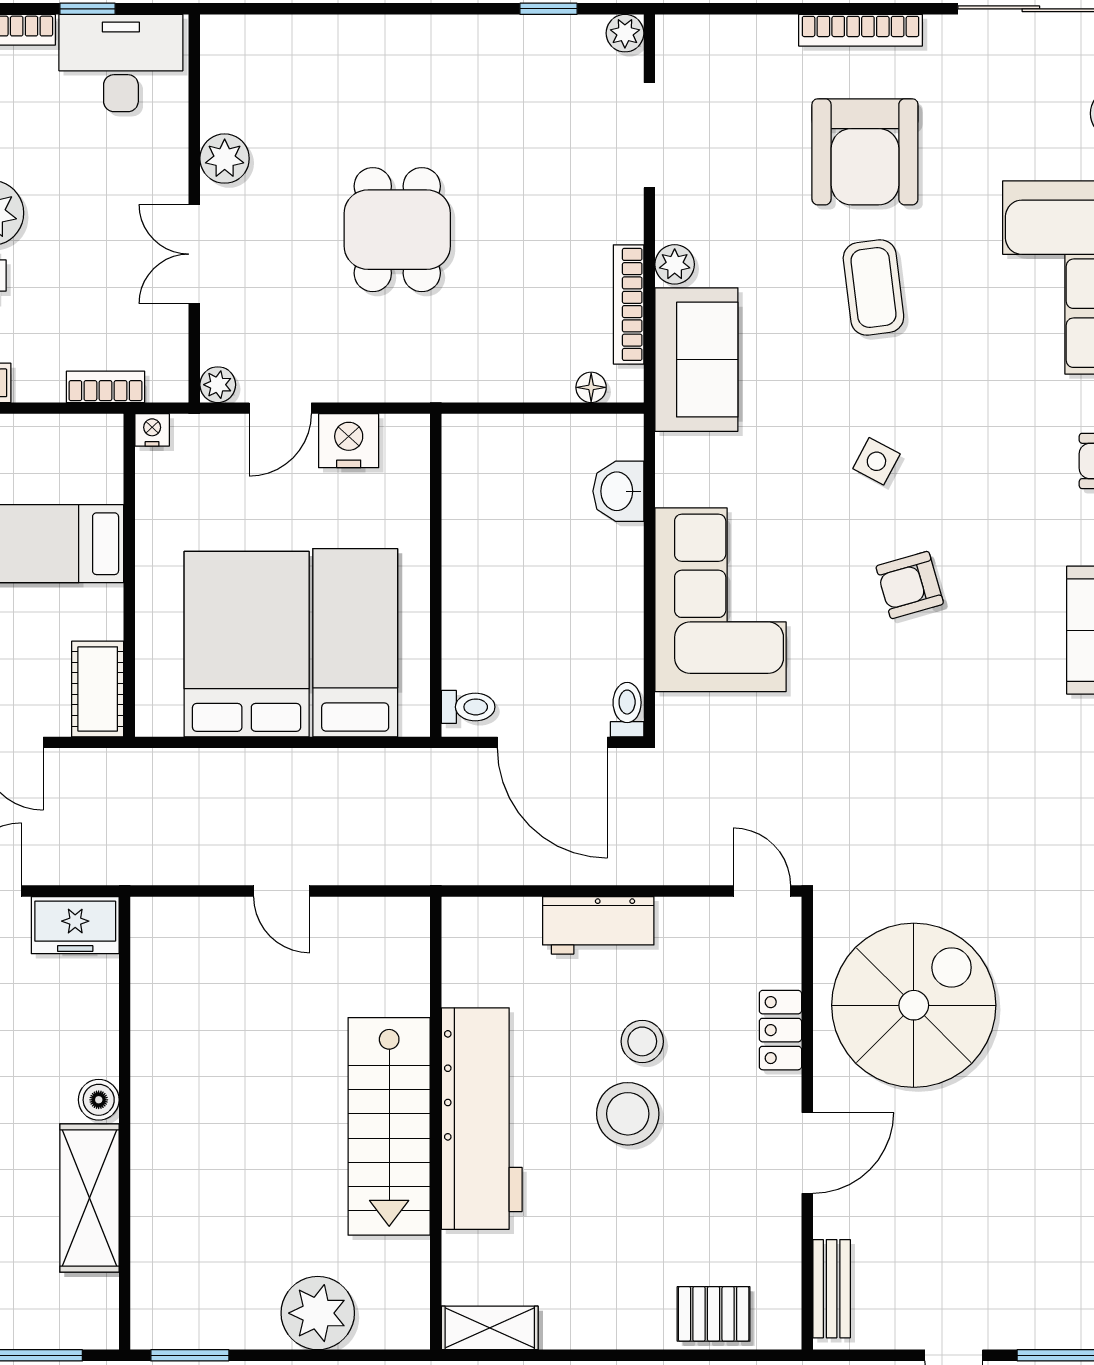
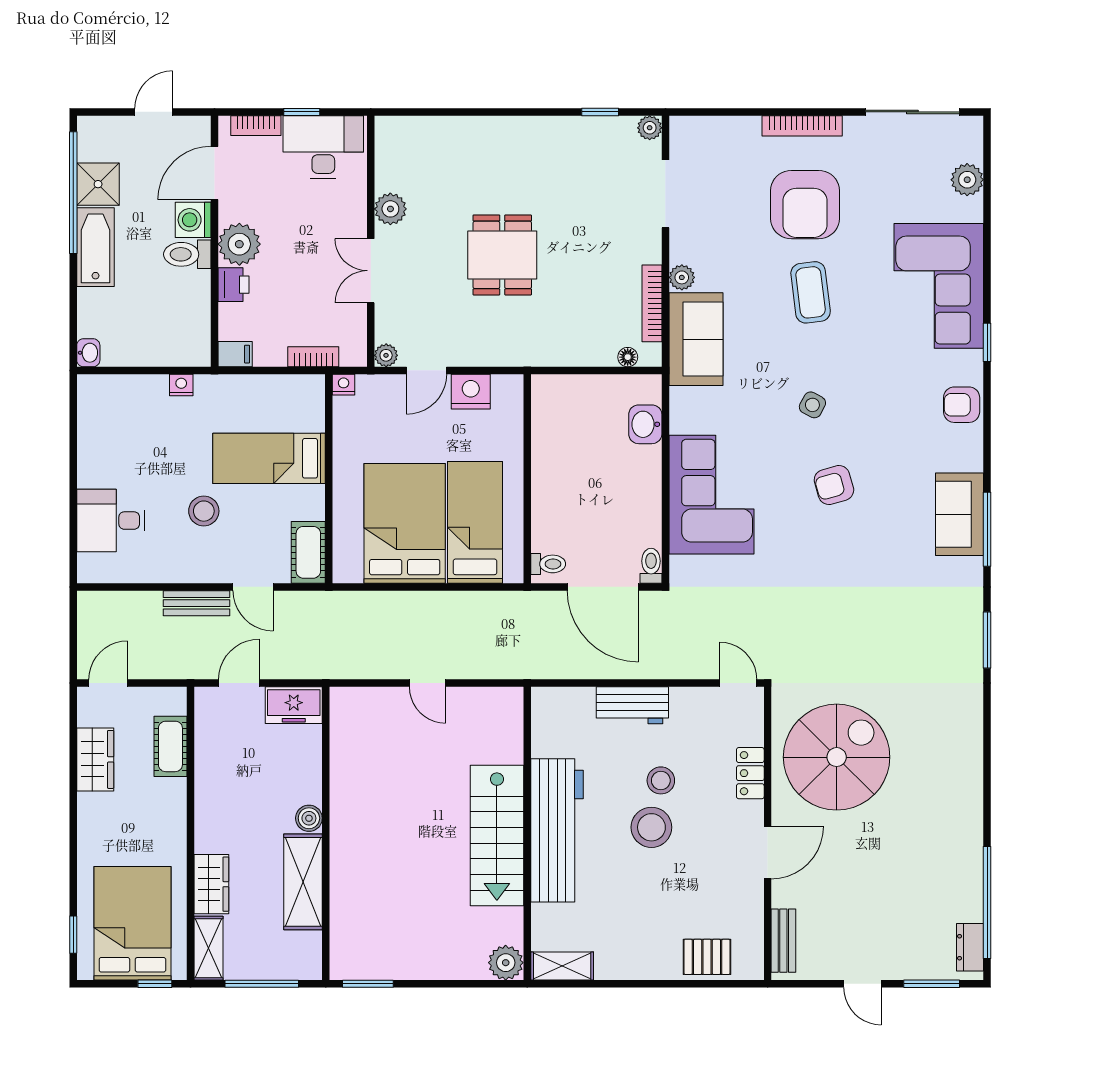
plant: (318, 1313) -> (506, 963), moved, width x0.73, depth x0.73

